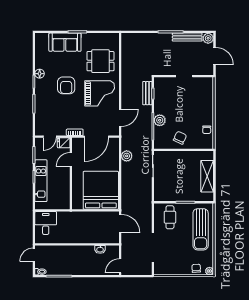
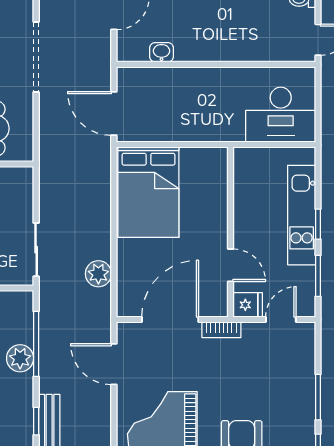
door: (120, 118) -> (114, 364), hinge flipped
door: (71, 160) -> (231, 265), hinge flipped
bed: (101, 190) -> (148, 192), width x0.73
desk: (46, 223) -> (281, 115), width x1.37

